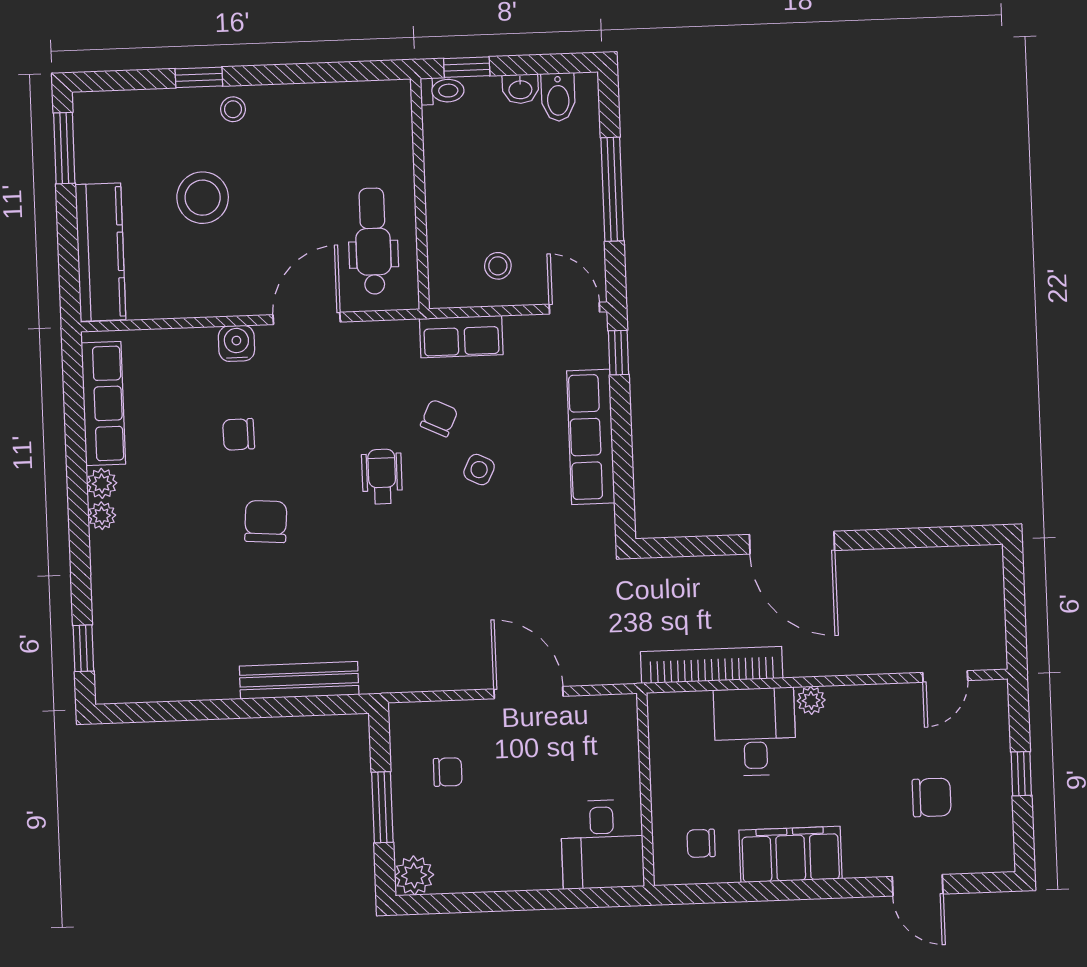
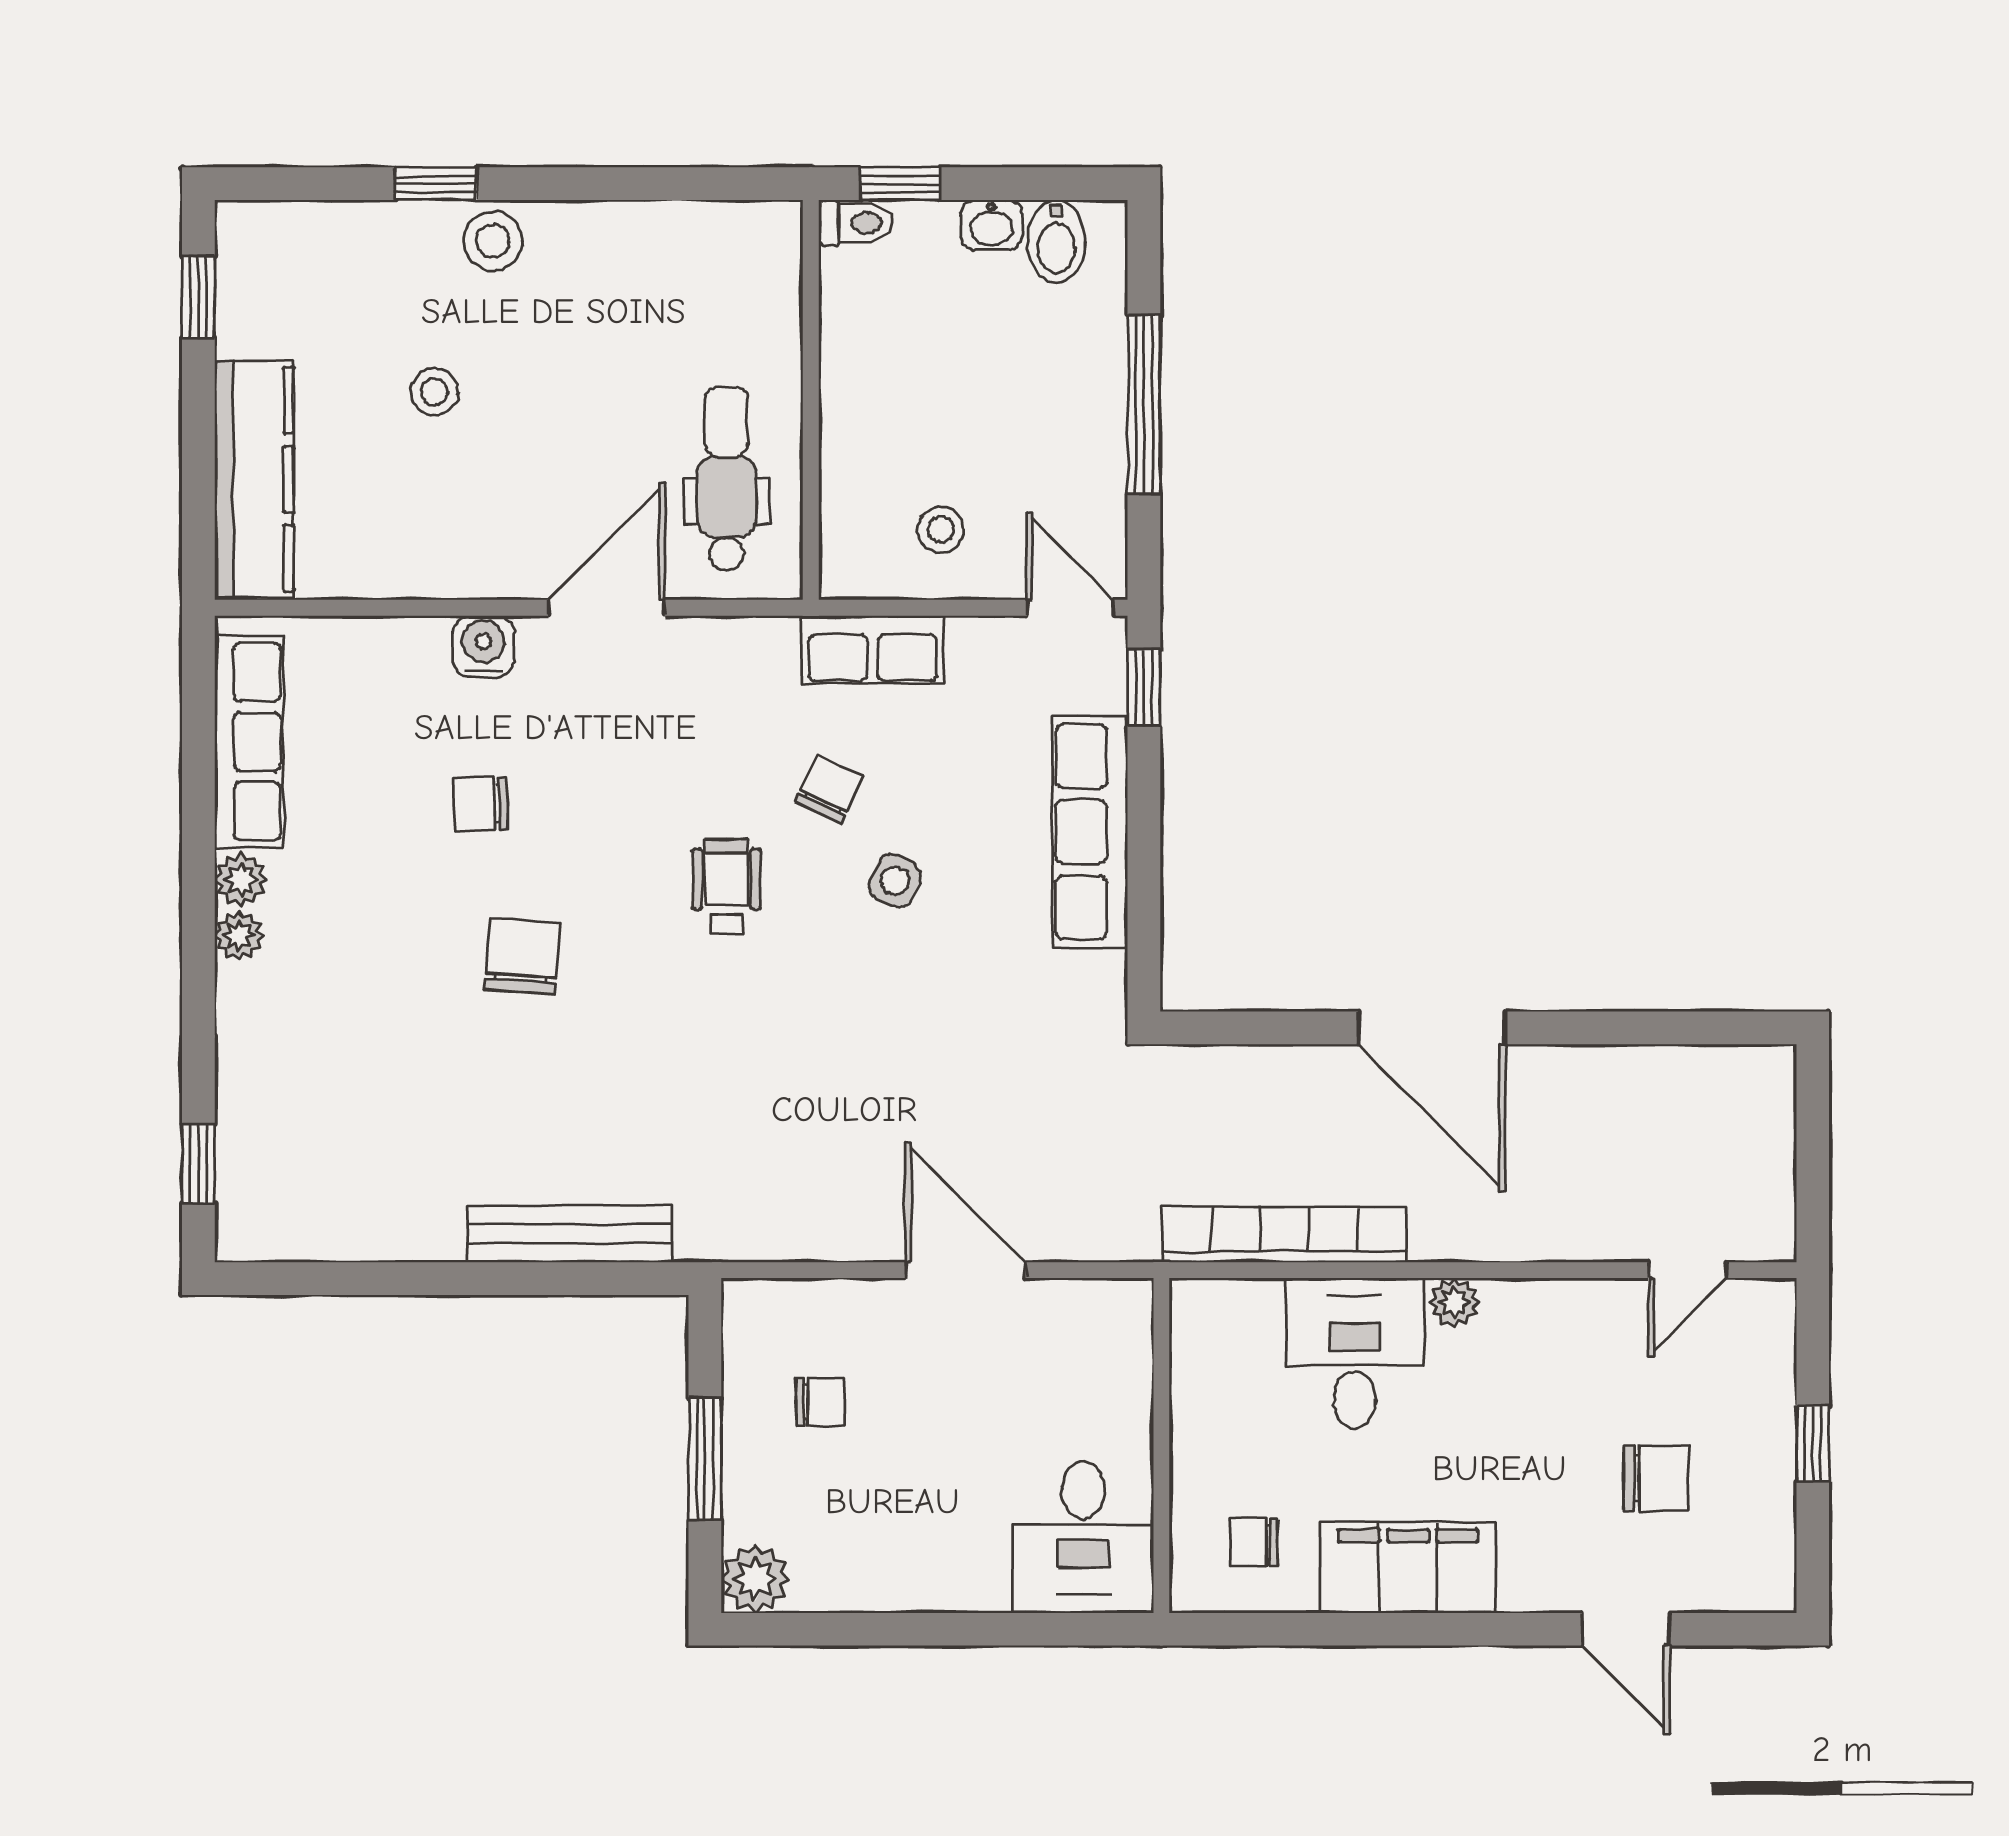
stool: (233, 109) -> (493, 241), width x1.37, depth x1.37
window: (64, 148) -> (198, 297), width x0.67
stool: (203, 198) -> (434, 392), width x0.53, depth x0.53

